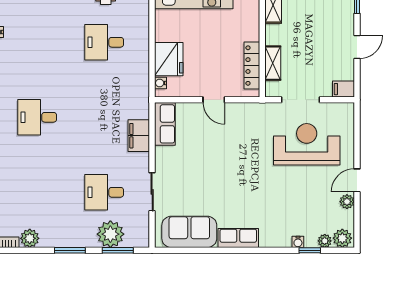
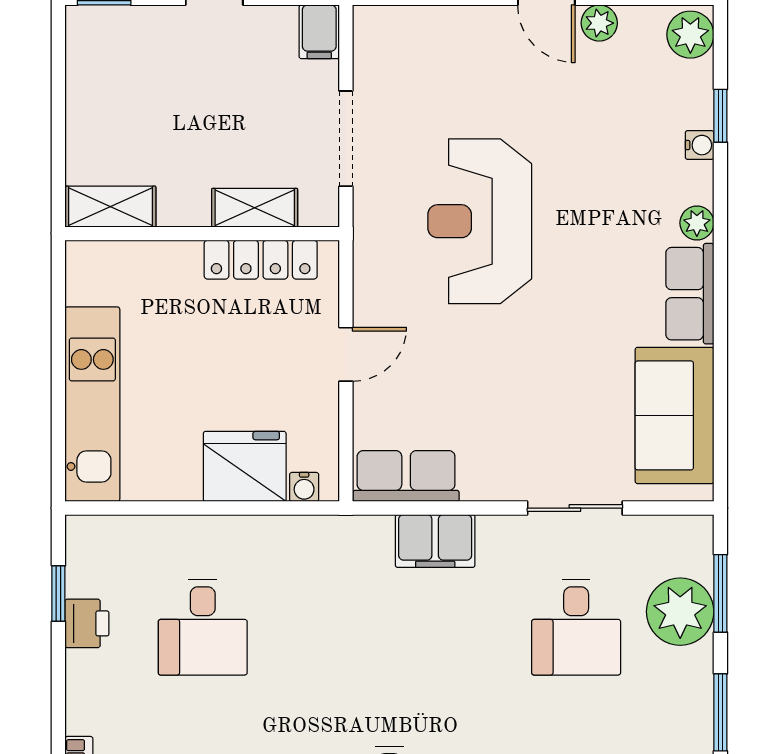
reception desk: (307, 144) -> (480, 221), moved
plant: (325, 241) -> (697, 223), moved

